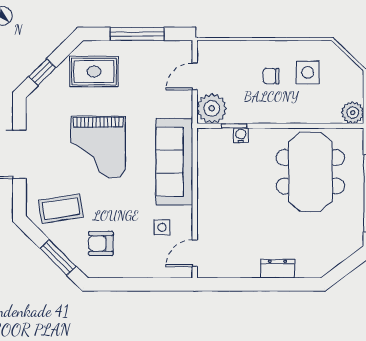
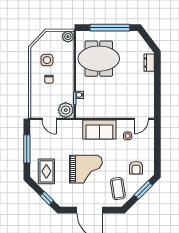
sofa: (174, 162) -> (99, 130), width x0.73
door: (195, 253) -> (141, 119), hinge flipped
dresser: (277, 269) -> (149, 63), moved

